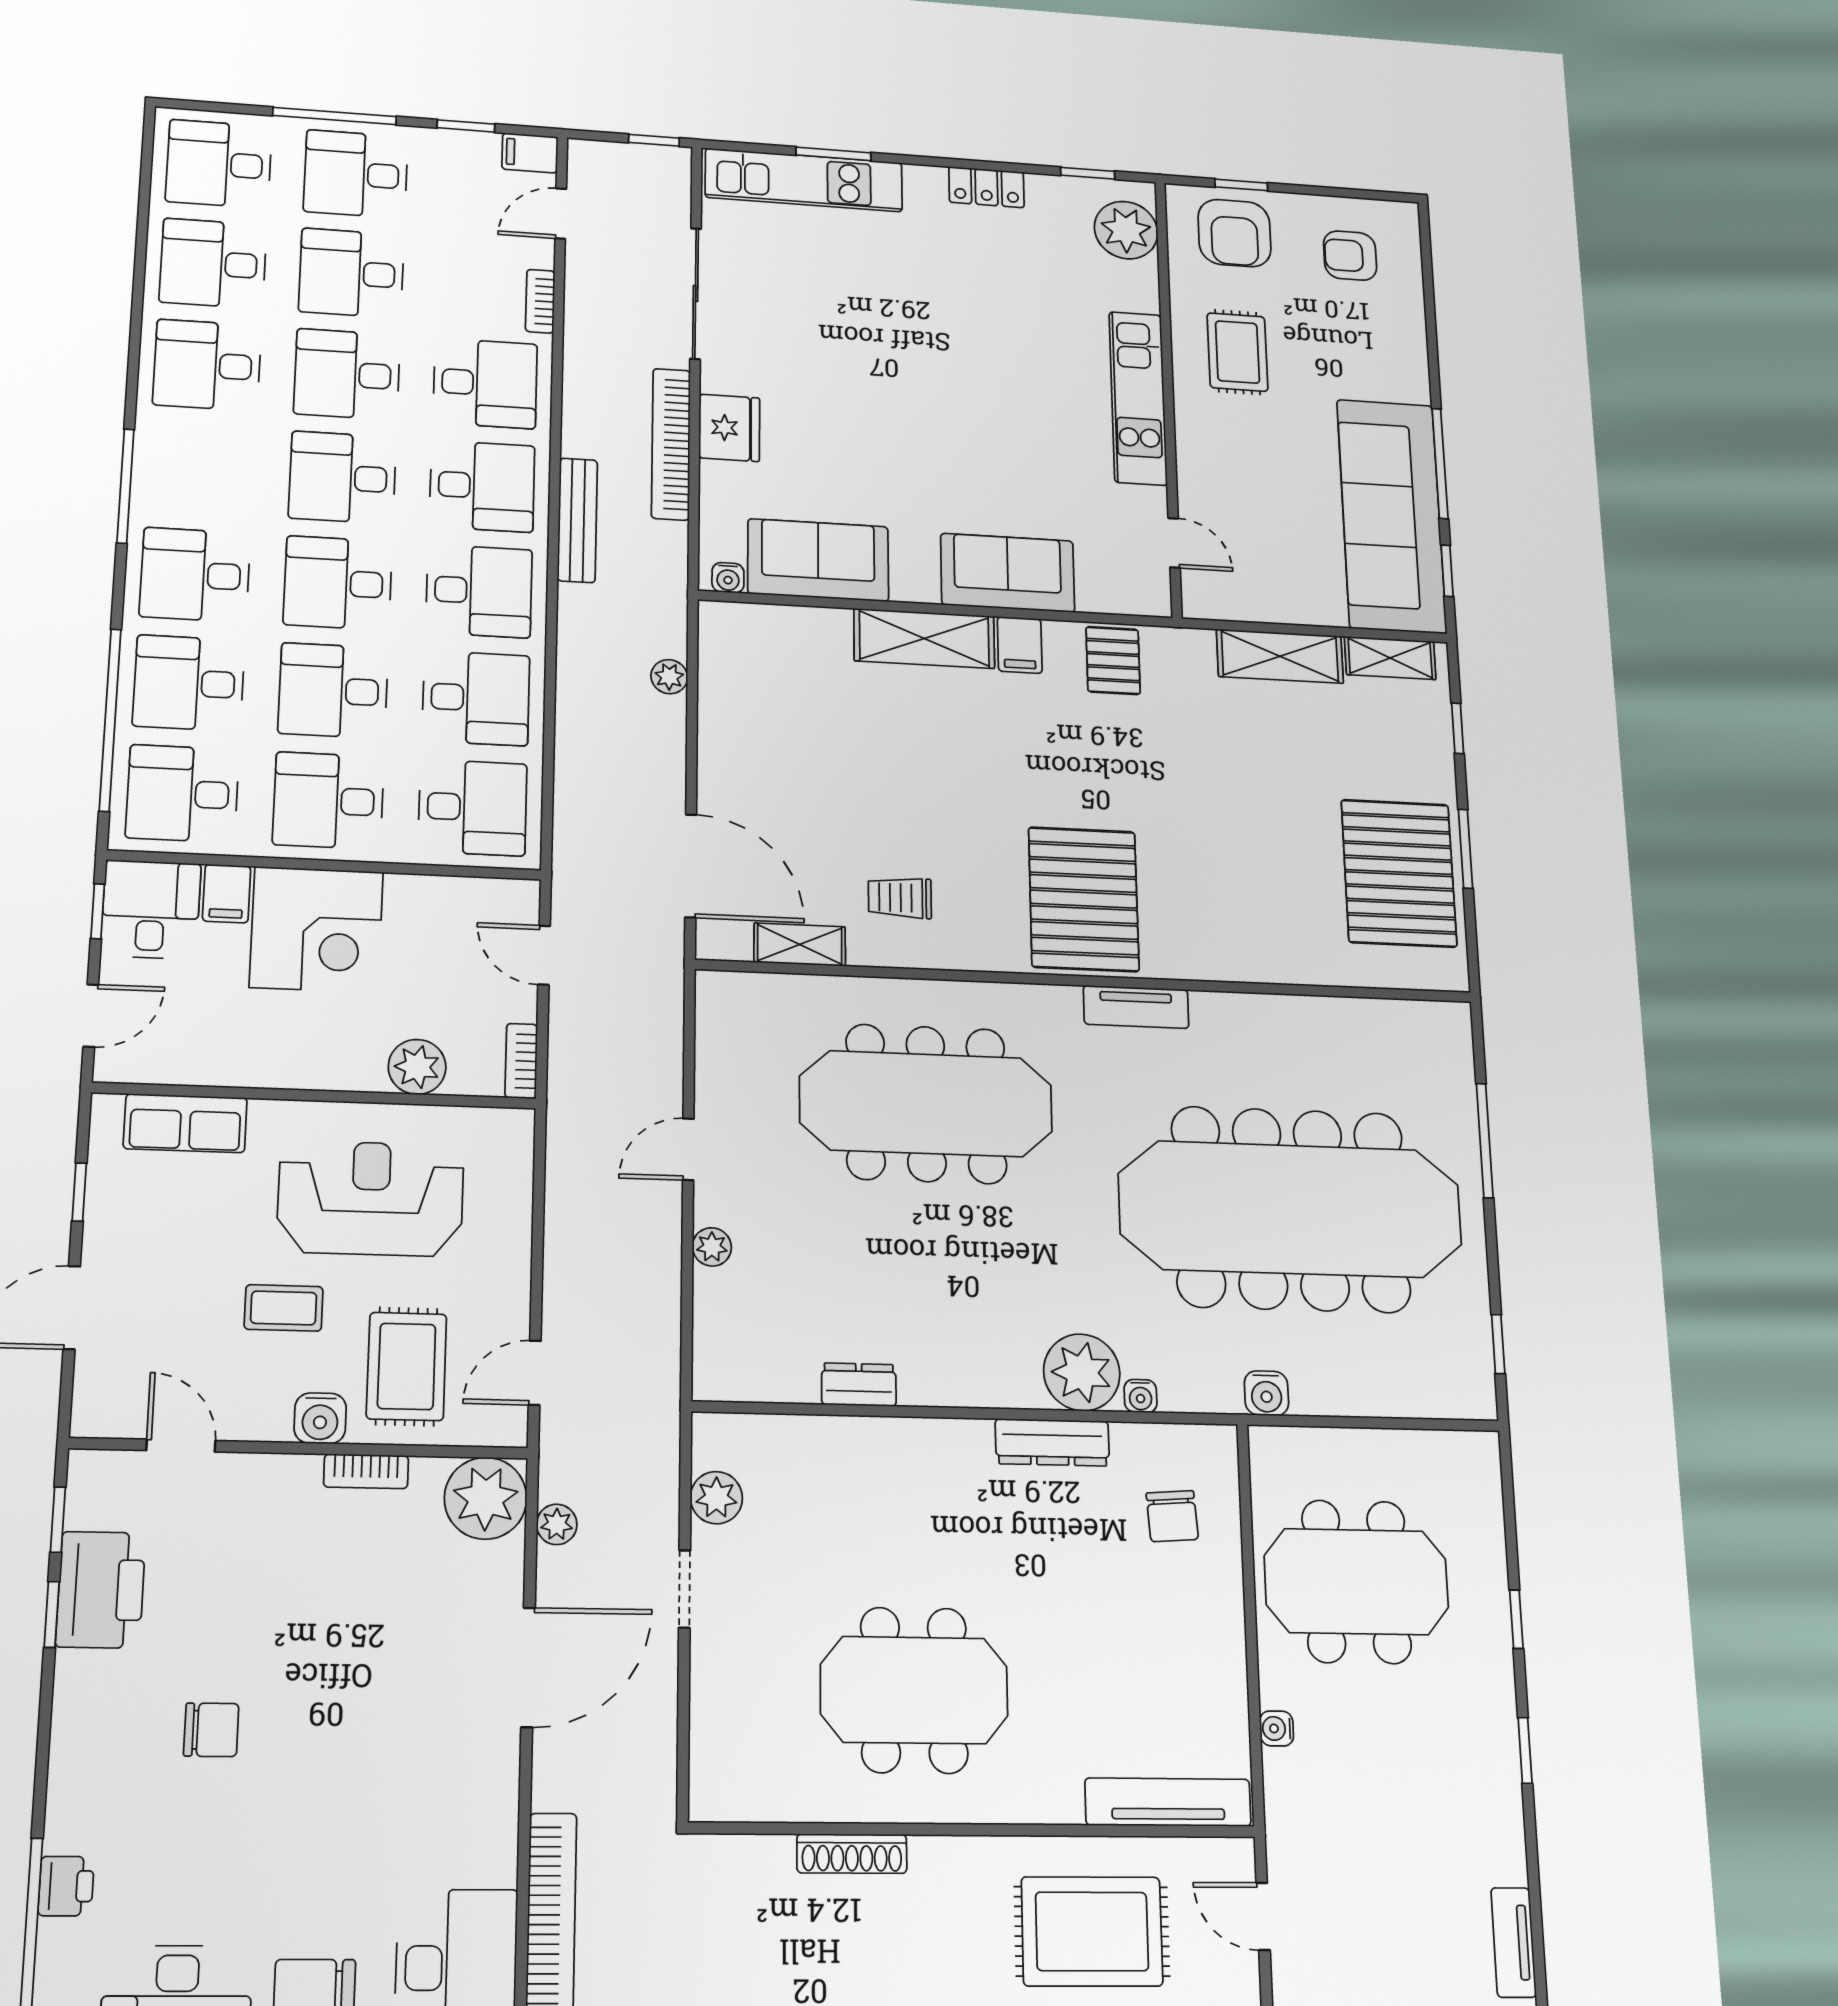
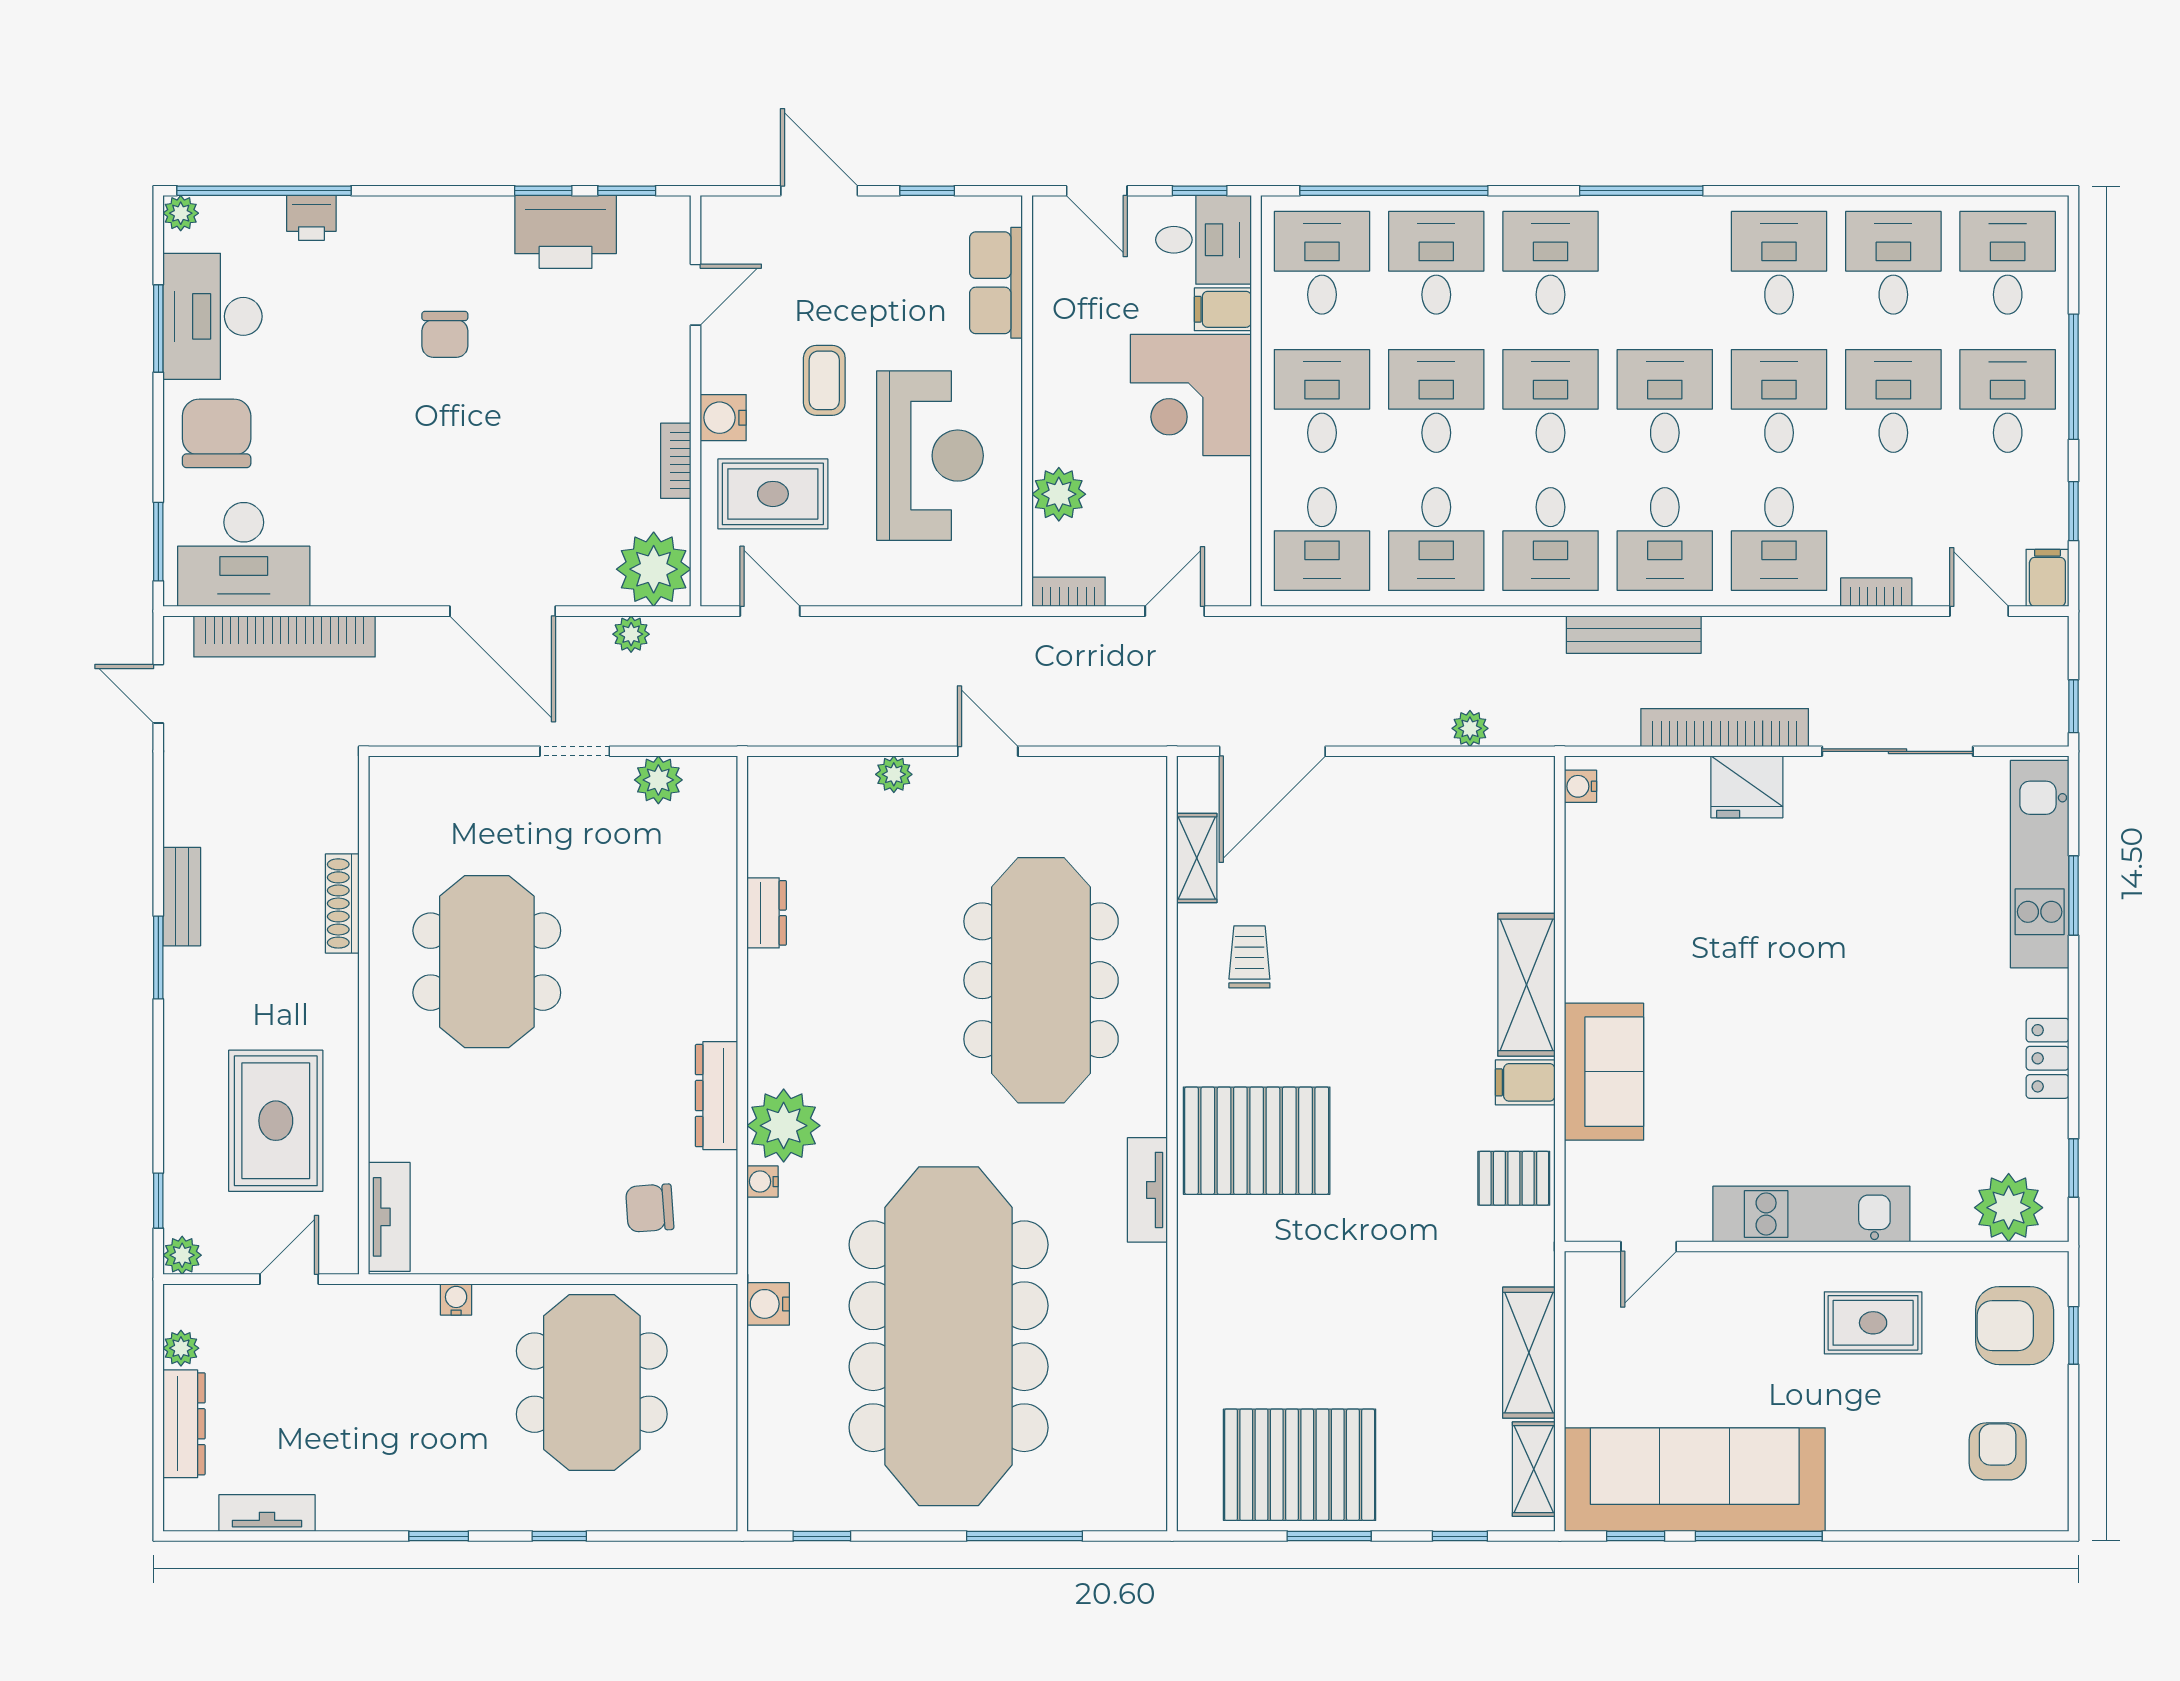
sofa: (818, 560) -> (1606, 878), removed
tv unit: (1168, 1802) -> (389, 1217), width x0.71

